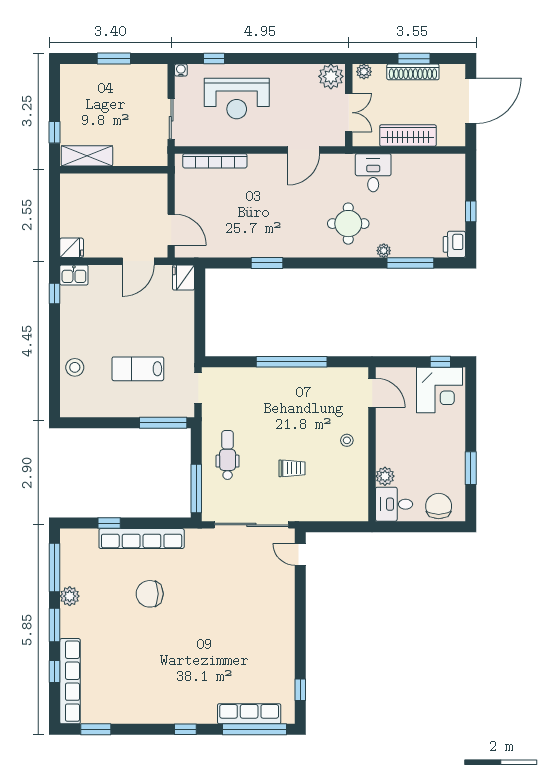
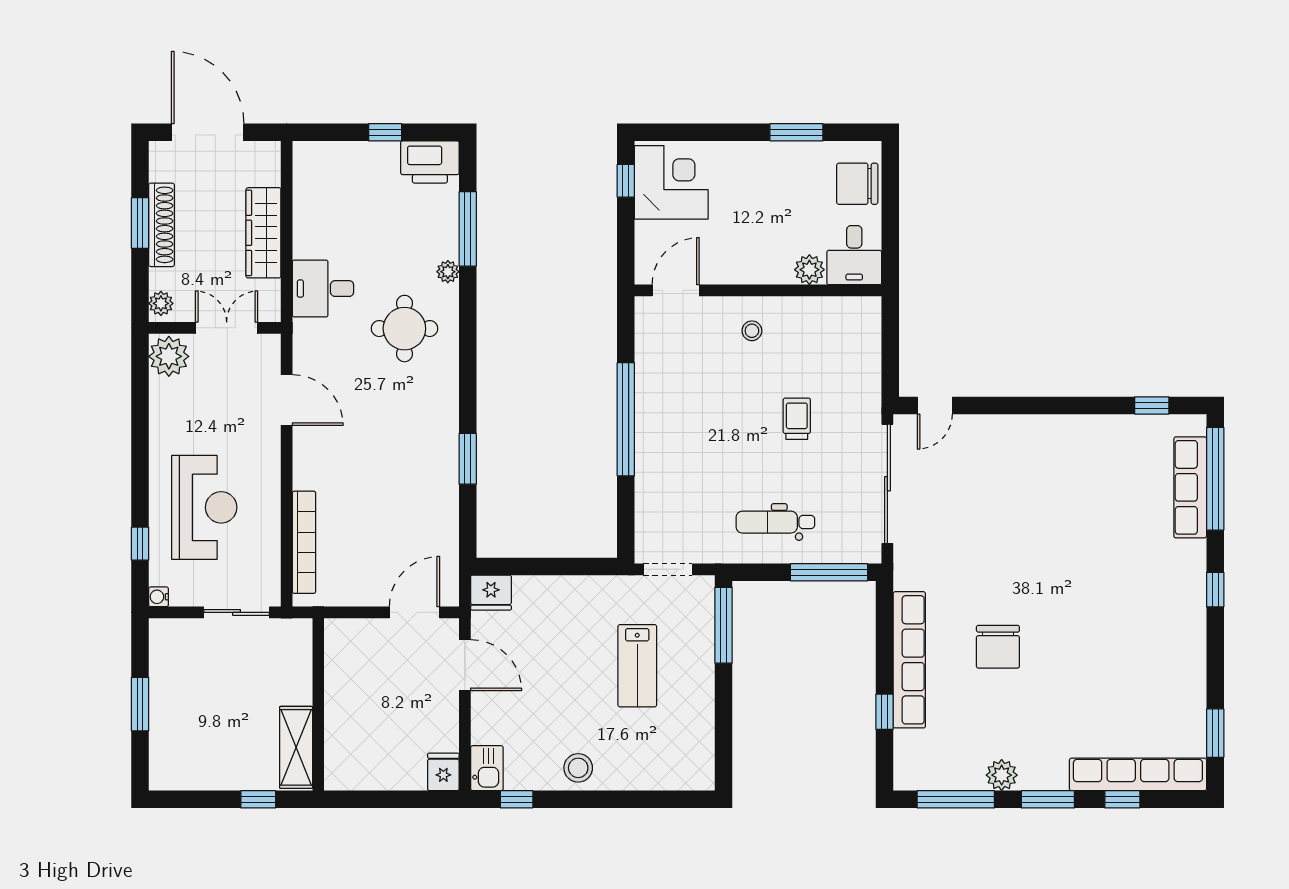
printer: (454, 244) -> (430, 162), width x1.37, depth x1.19
stool: (75, 367) -> (578, 768), moved

